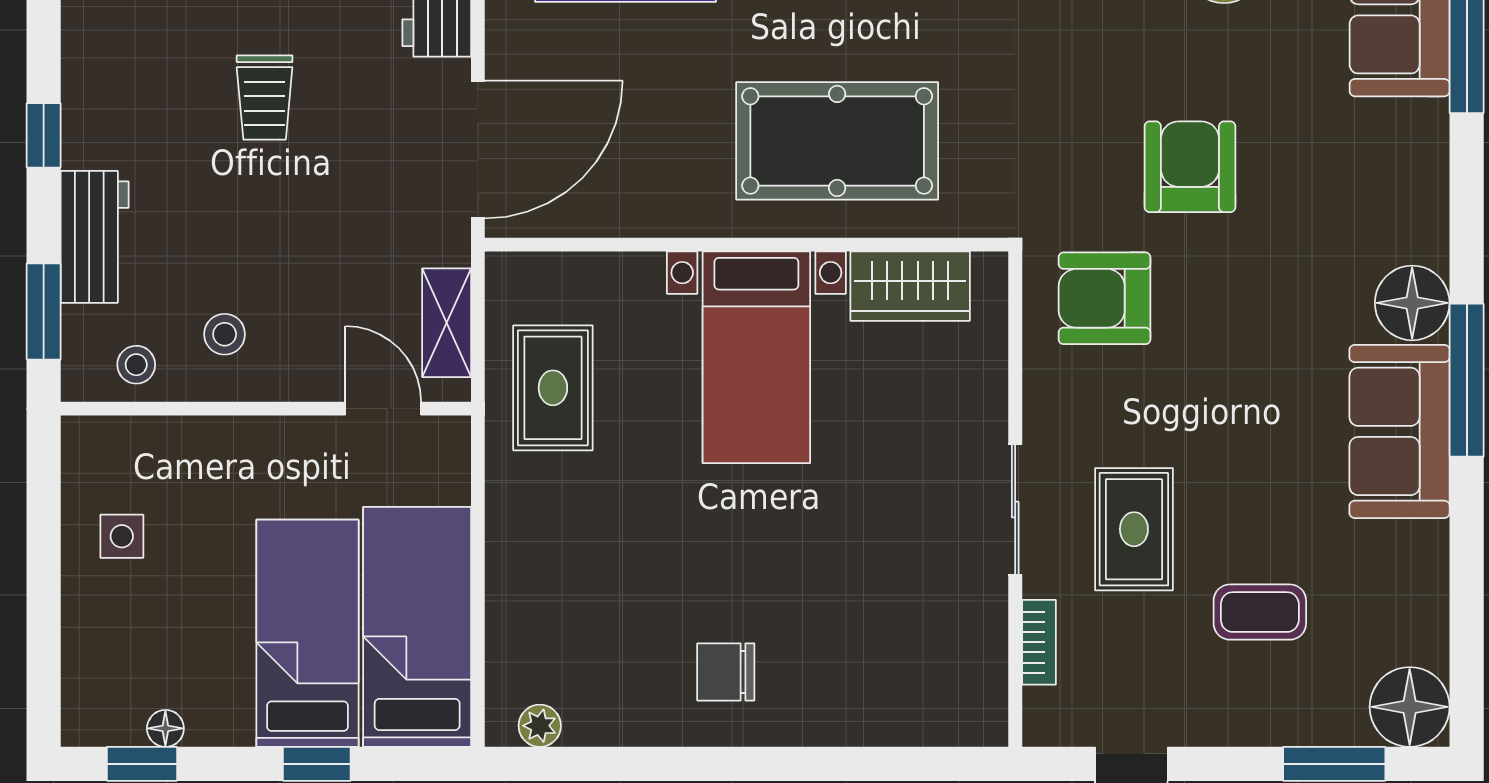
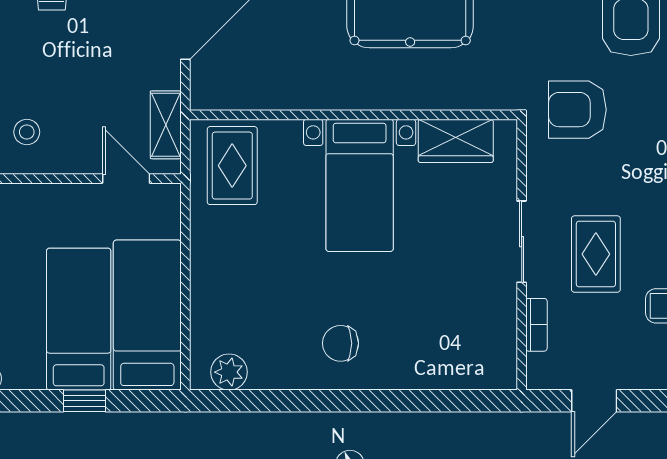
wall: (747, 245) -> (353, 115), moved
wardrobe: (910, 286) -> (456, 141), moved
bed with nightstands: (756, 357) -> (360, 185), moved
plant: (540, 726) -> (229, 372), width x1.38, depth x1.38

